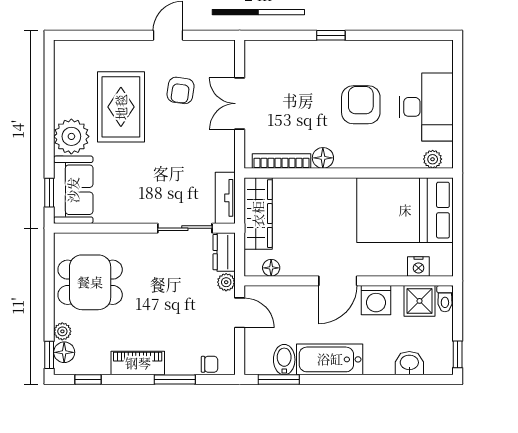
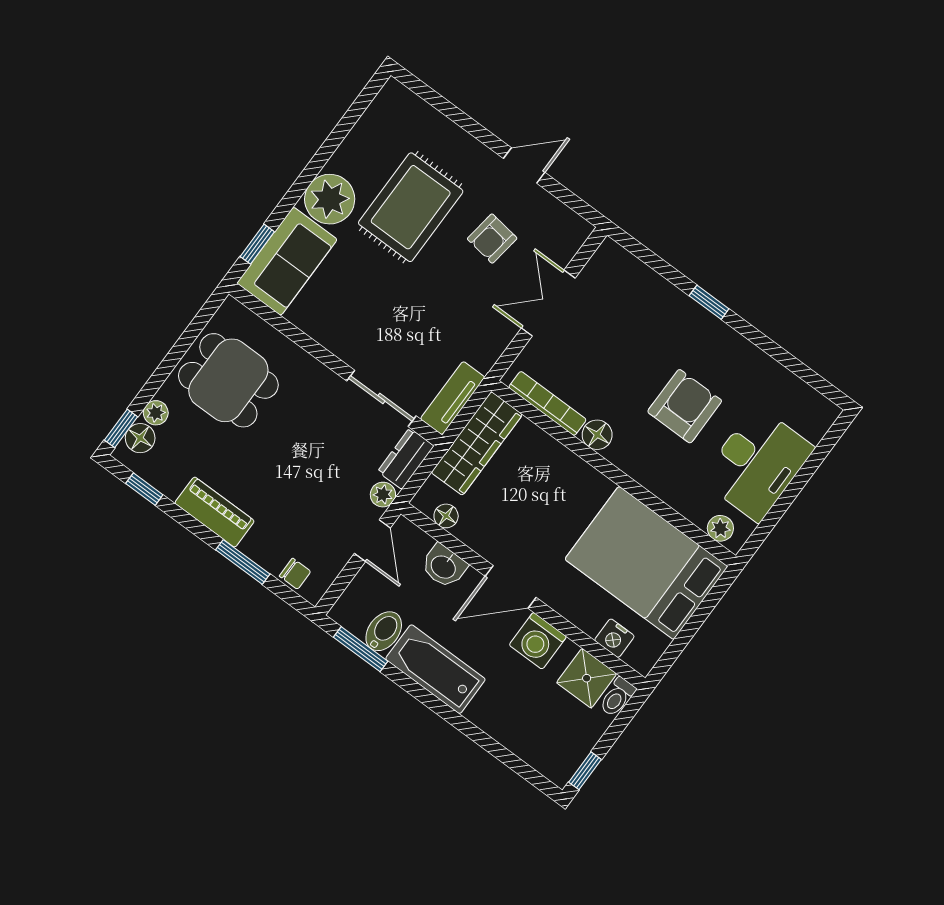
washbasin: (409, 363) -> (444, 566), moved, turned 180

